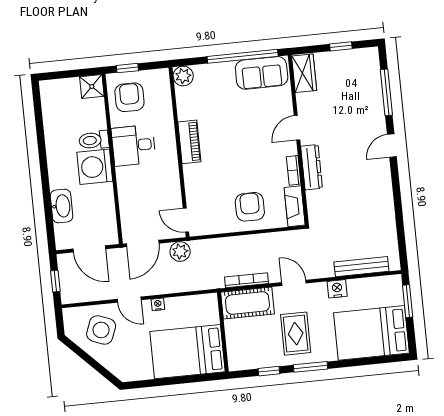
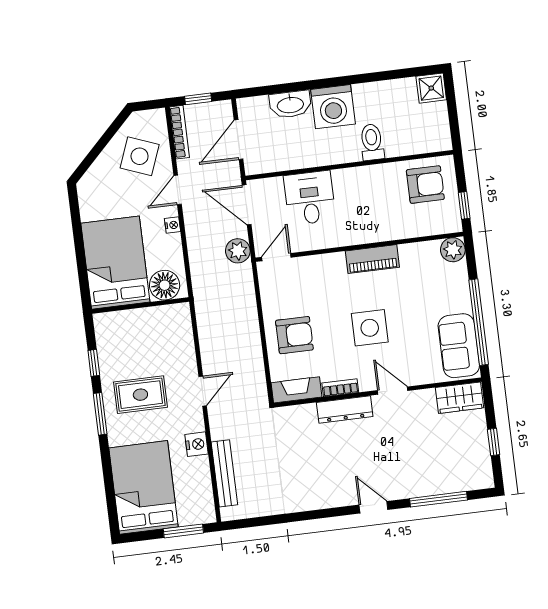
window: (127, 68) -> (464, 205), moved
shower: (92, 87) -> (431, 88), moved
desk: (134, 145) -> (310, 198), moved
side table: (245, 145) -> (370, 328), added
washing machine: (95, 167) -> (333, 107), moved, turned 180
bookcase: (247, 280) -> (179, 132), moved
cot: (247, 303) -> (177, 335), removed
floor lamp: (207, 312) -> (165, 285), added

